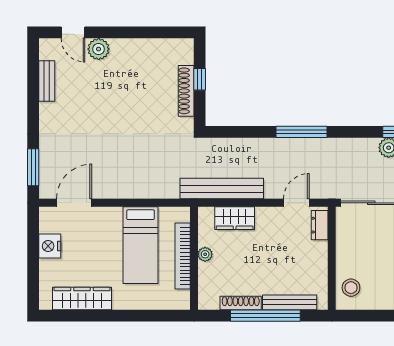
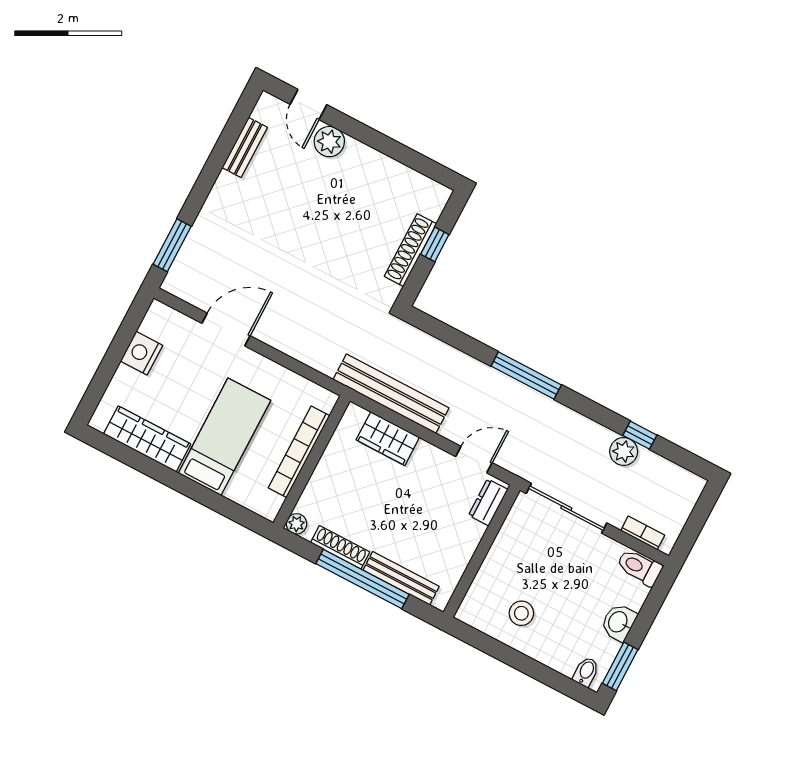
door: (74, 203) -> (226, 329), moved
bed: (141, 245) -> (224, 437), moved, turned 180
plant: (205, 254) -> (297, 524), moved
stool: (351, 288) -> (521, 613), moved

